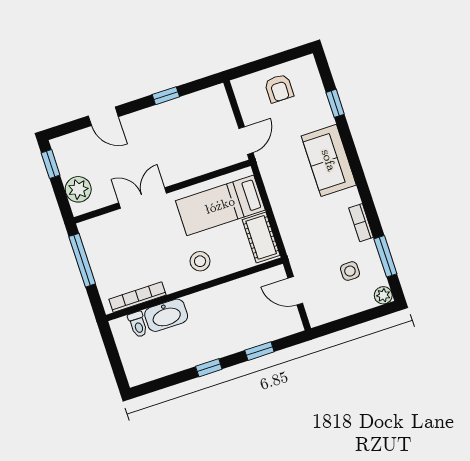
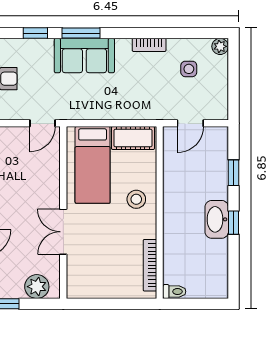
door: (246, 141) -> (42, 123), swing flipped
window: (385, 256) -> (81, 33), moved
window: (82, 260) -> (101, 304), removed
washbasin: (166, 315) -> (217, 219), moved, turned 180
toilet: (138, 324) -> (174, 292), moved

